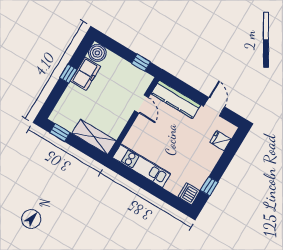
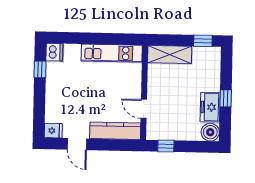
fridge: (220, 141) -> (53, 131), moved

